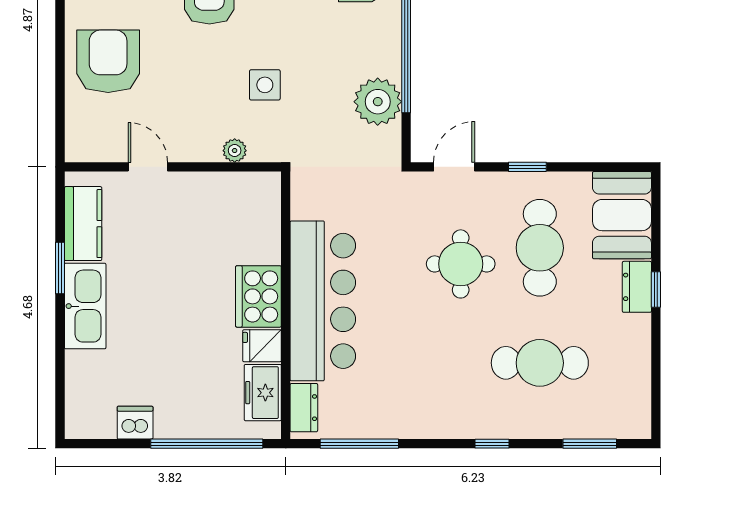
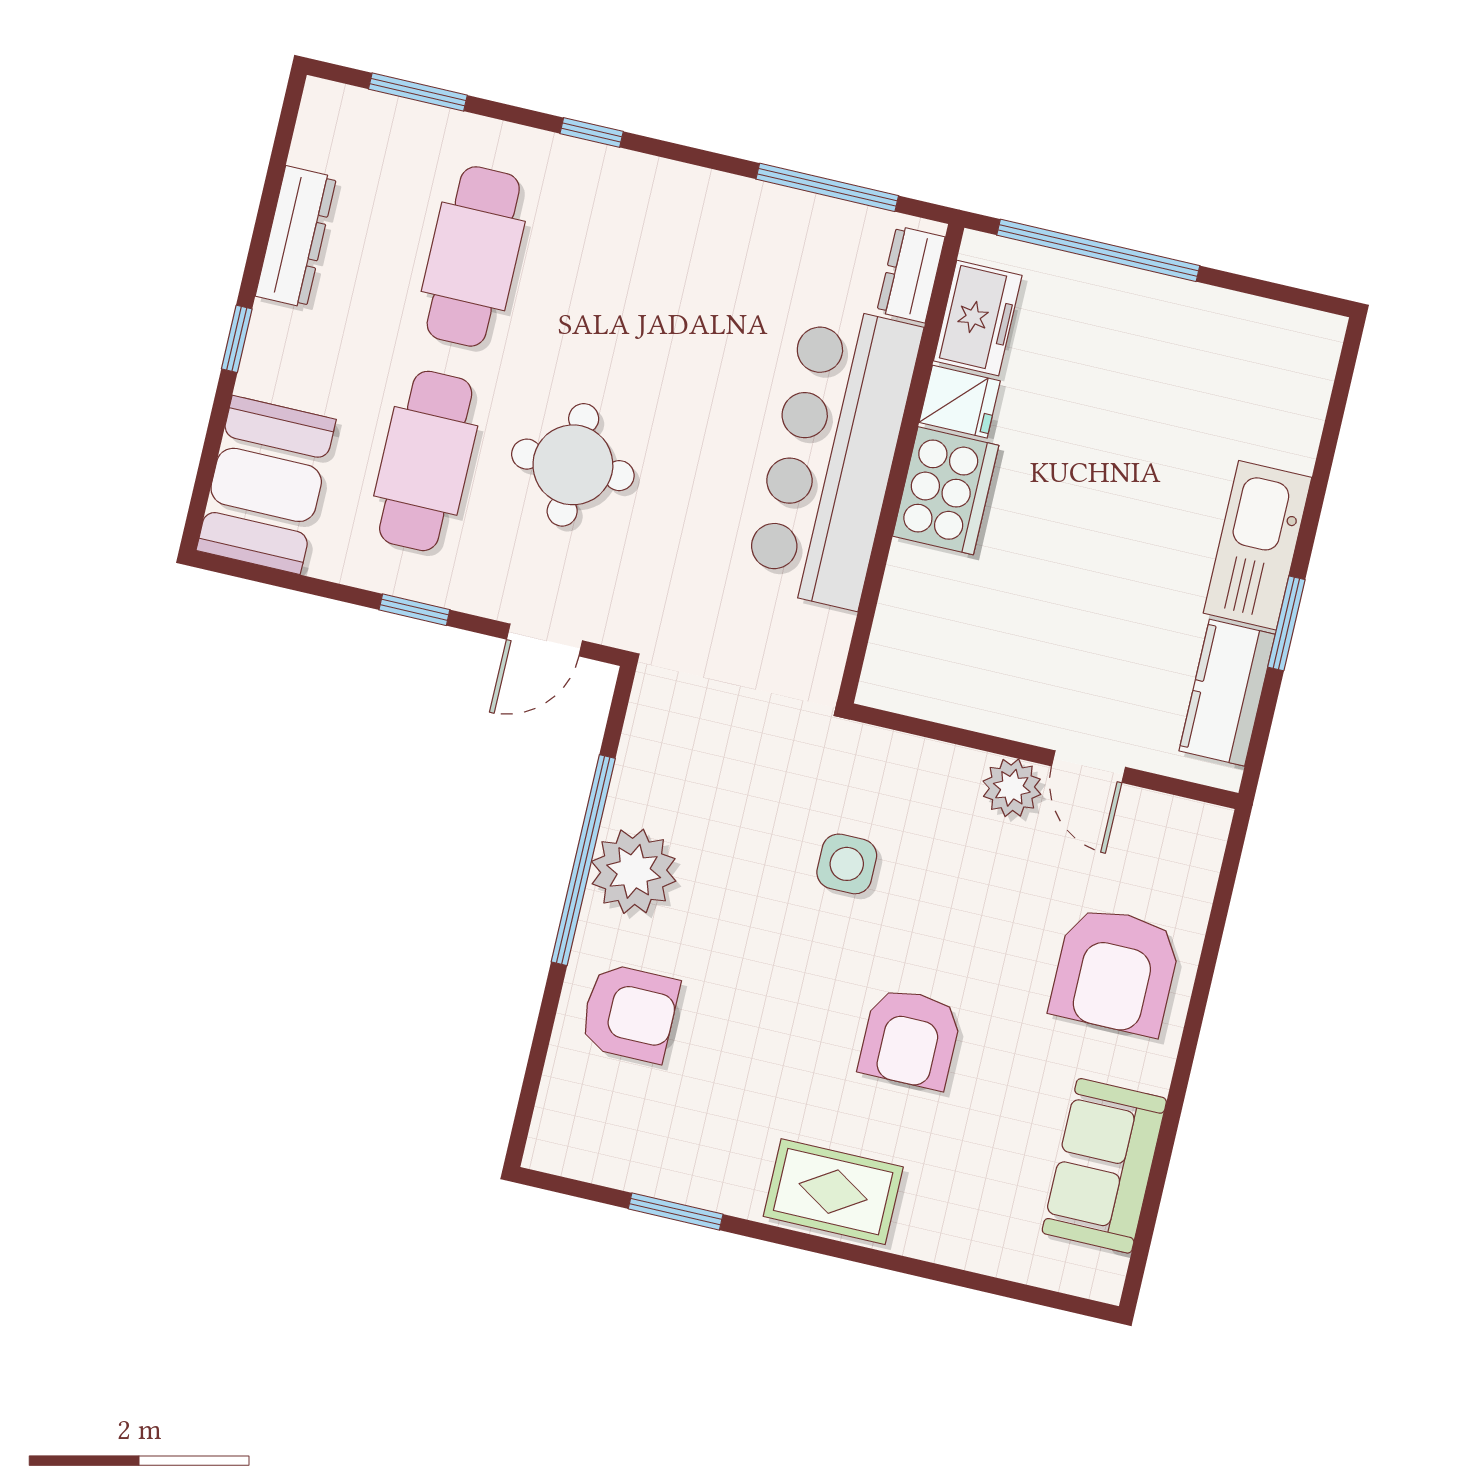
plant: (378, 102) -> (634, 871), moved
plant: (235, 151) -> (1012, 788), moved, width x1.38, depth x1.38
dresser: (637, 287) -> (296, 237), moved, width x1.44
cafe table: (540, 363) -> (473, 256), turned 90
dishwasher: (135, 423) -> (1217, 318), removed

